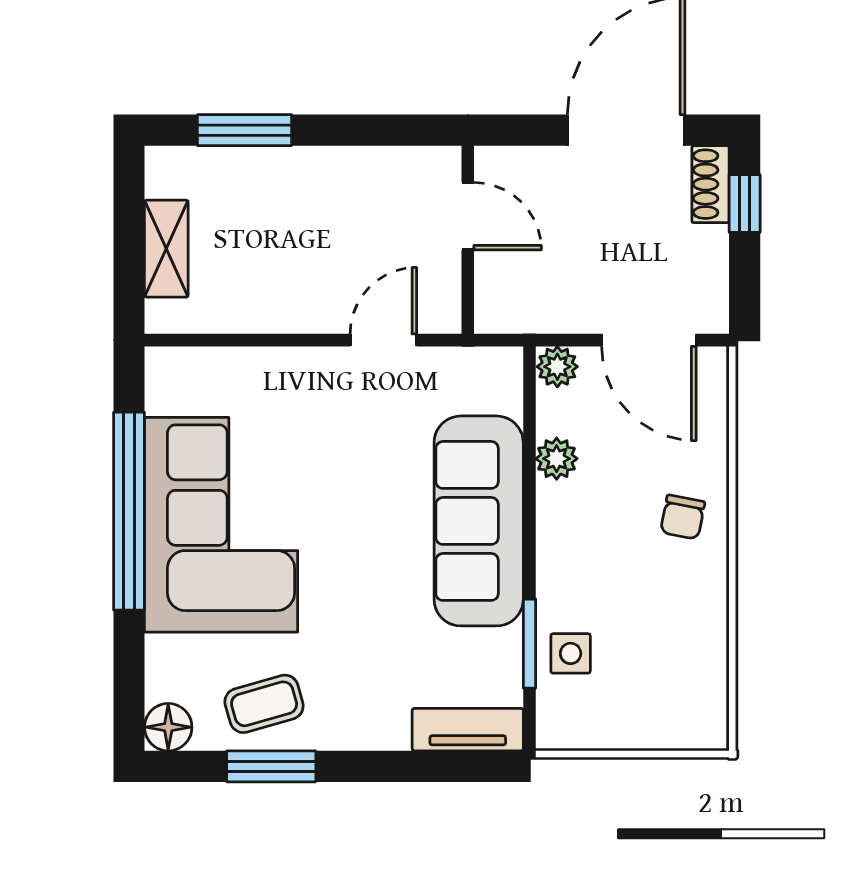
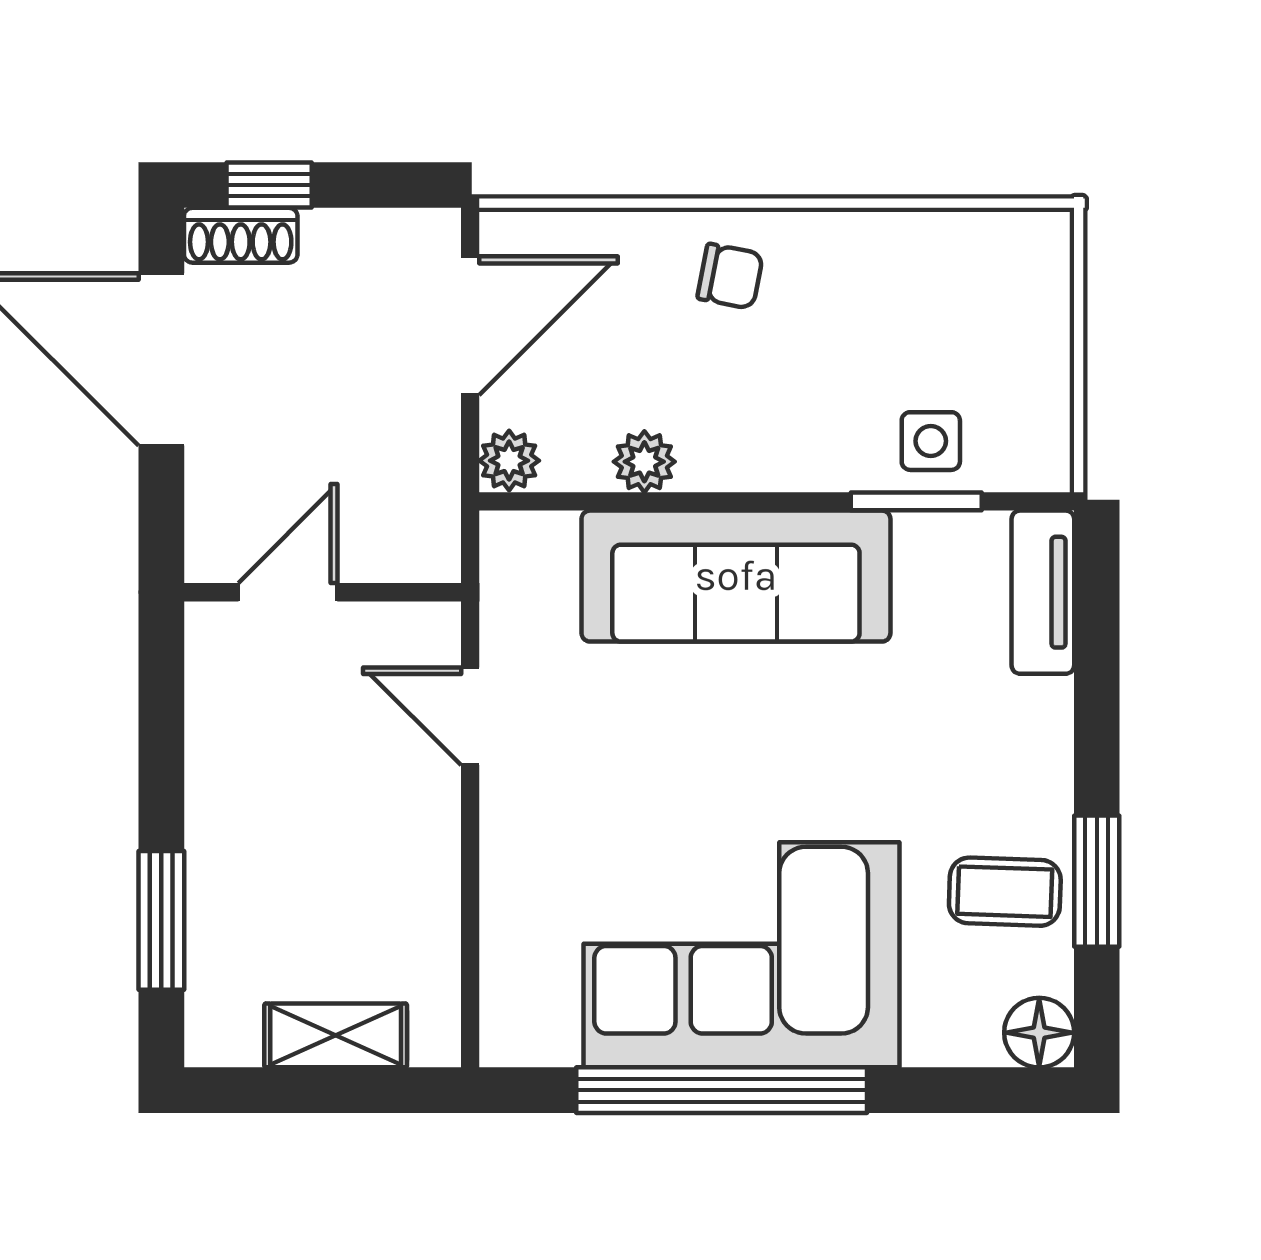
coffee table: (264, 704) -> (1005, 892), turned -72

